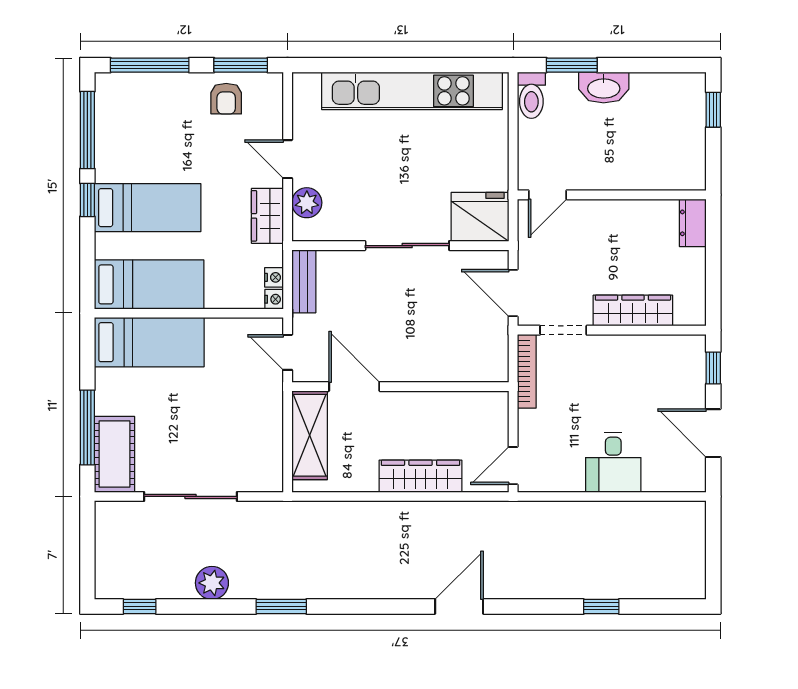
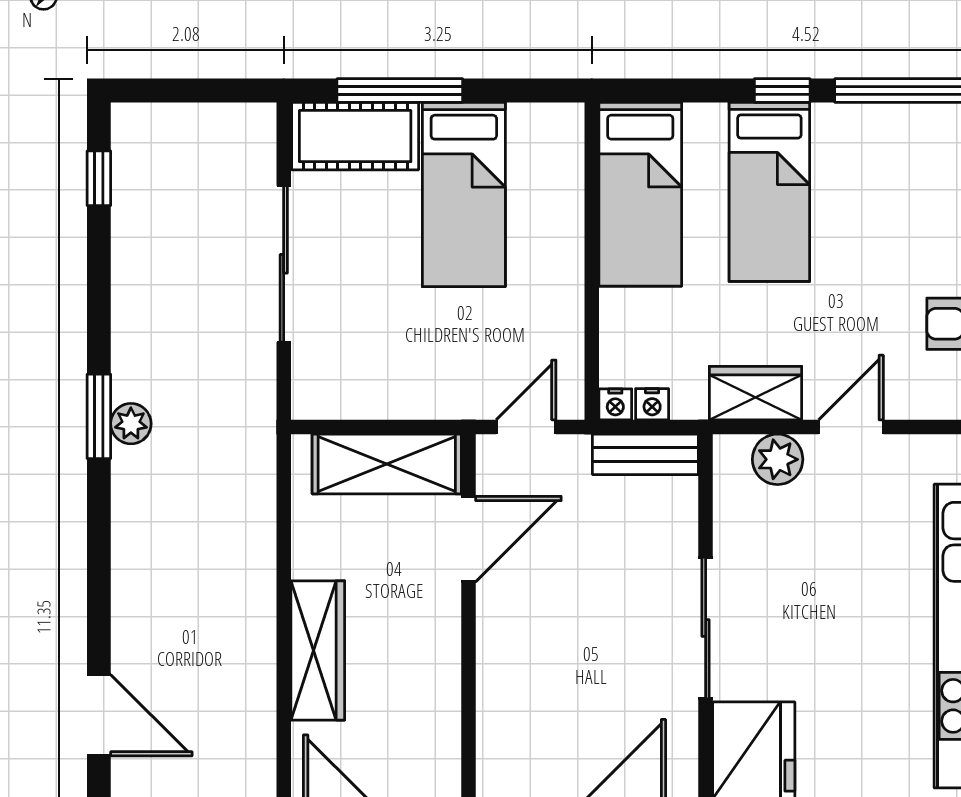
bed: (149, 342) -> (464, 195), moved
plant: (212, 583) -> (131, 424), moved, width x0.73, depth x0.73

